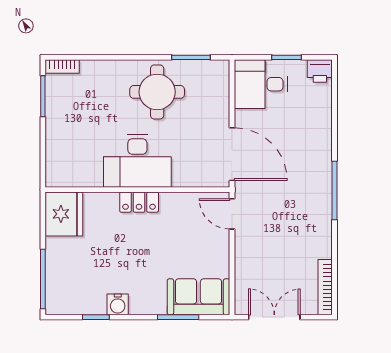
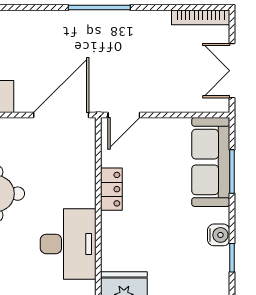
desk: (137, 161) -> (68, 244), moved
locker: (139, 202) -> (111, 189), moved
sofa: (198, 297) -> (211, 162), width x1.36

